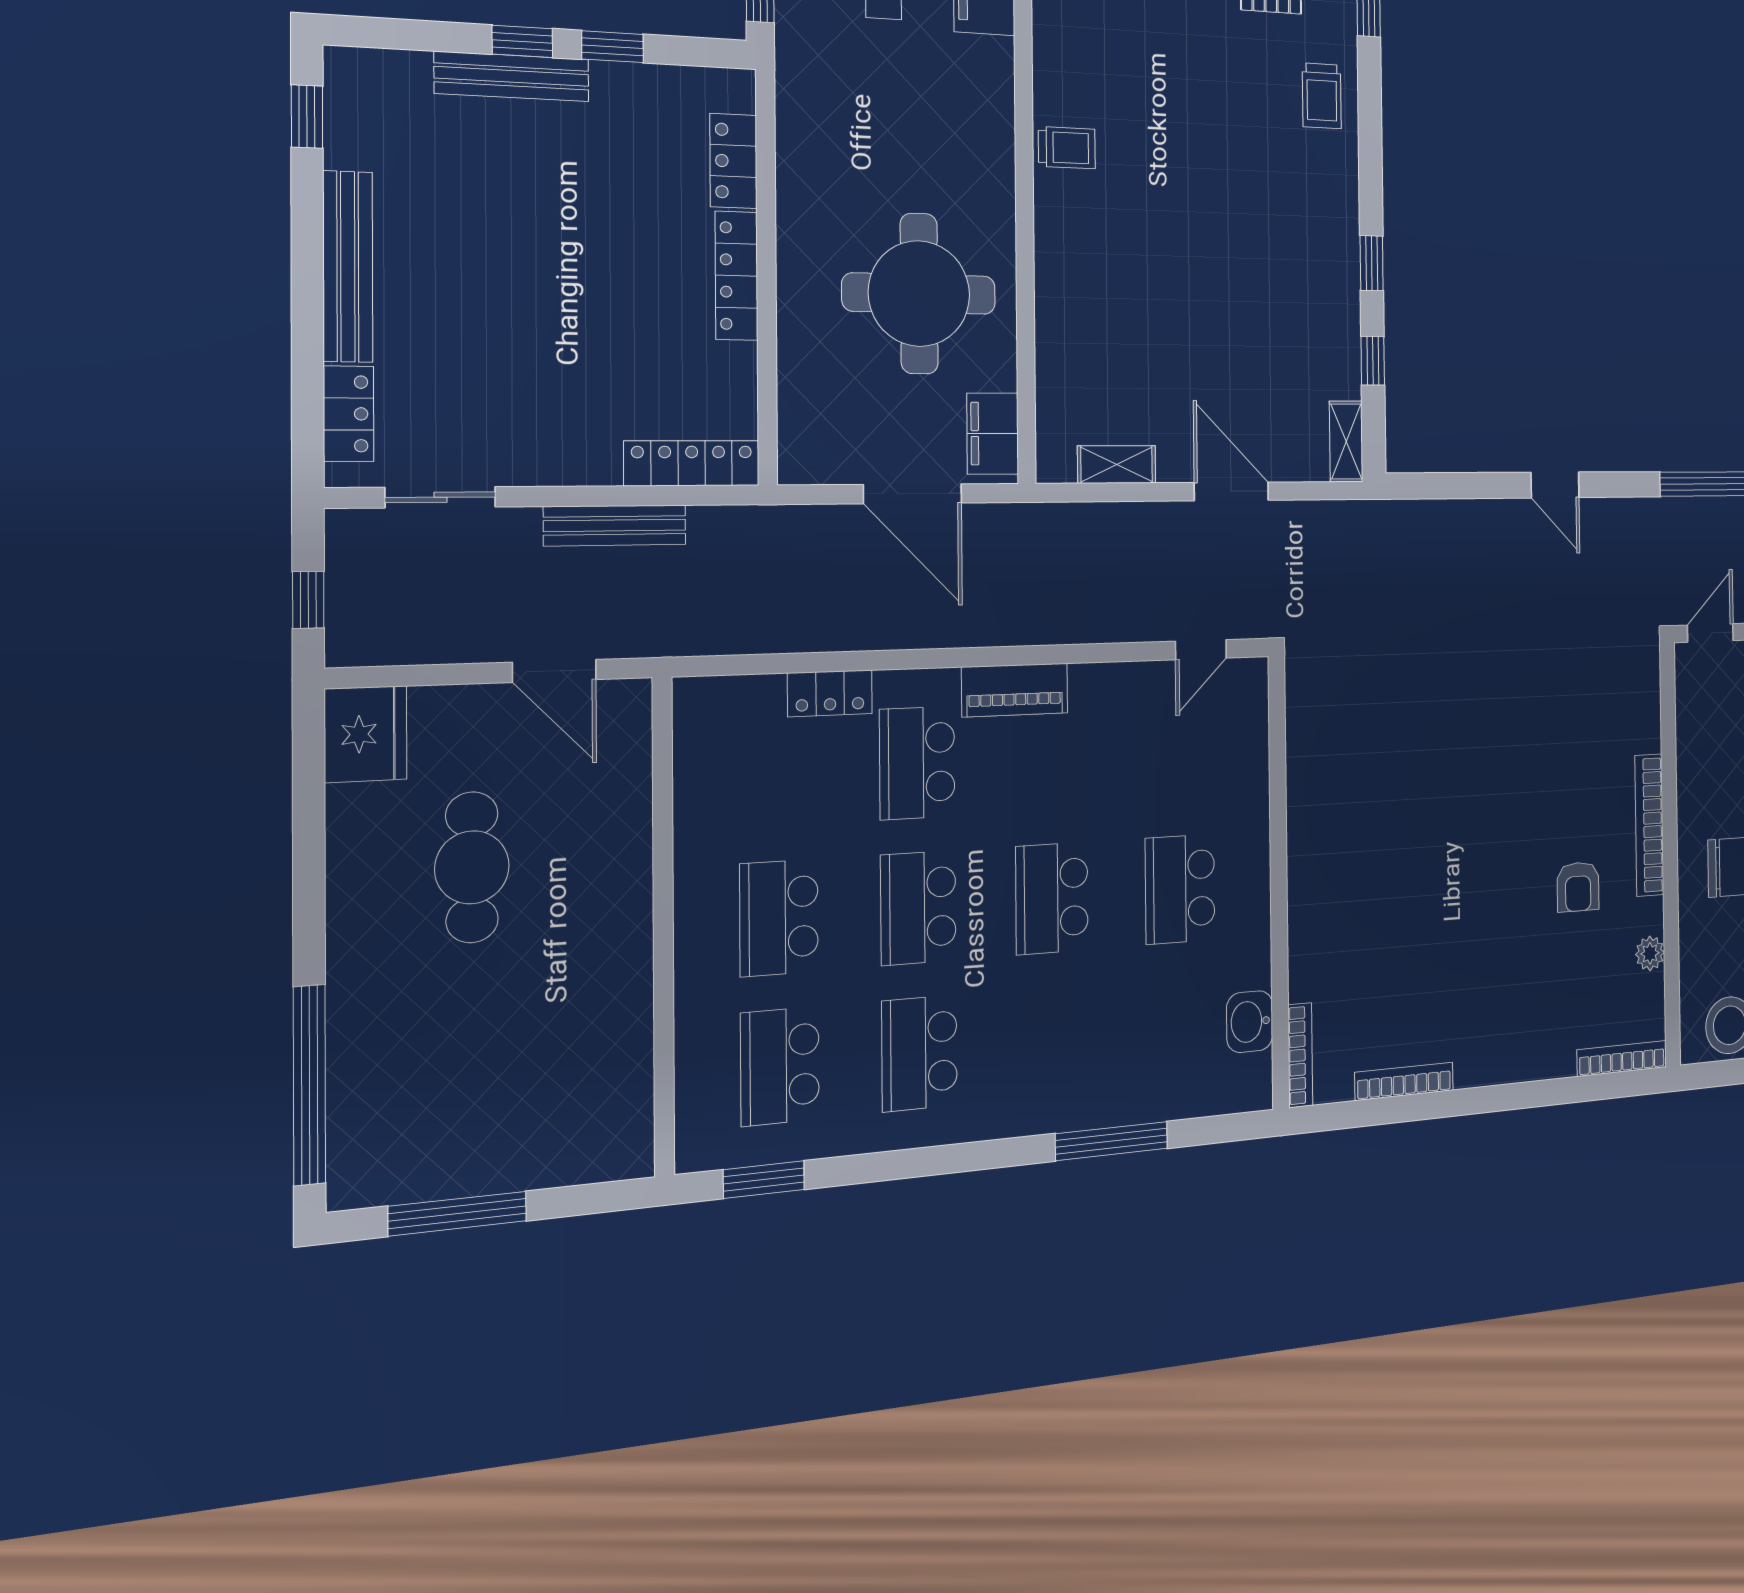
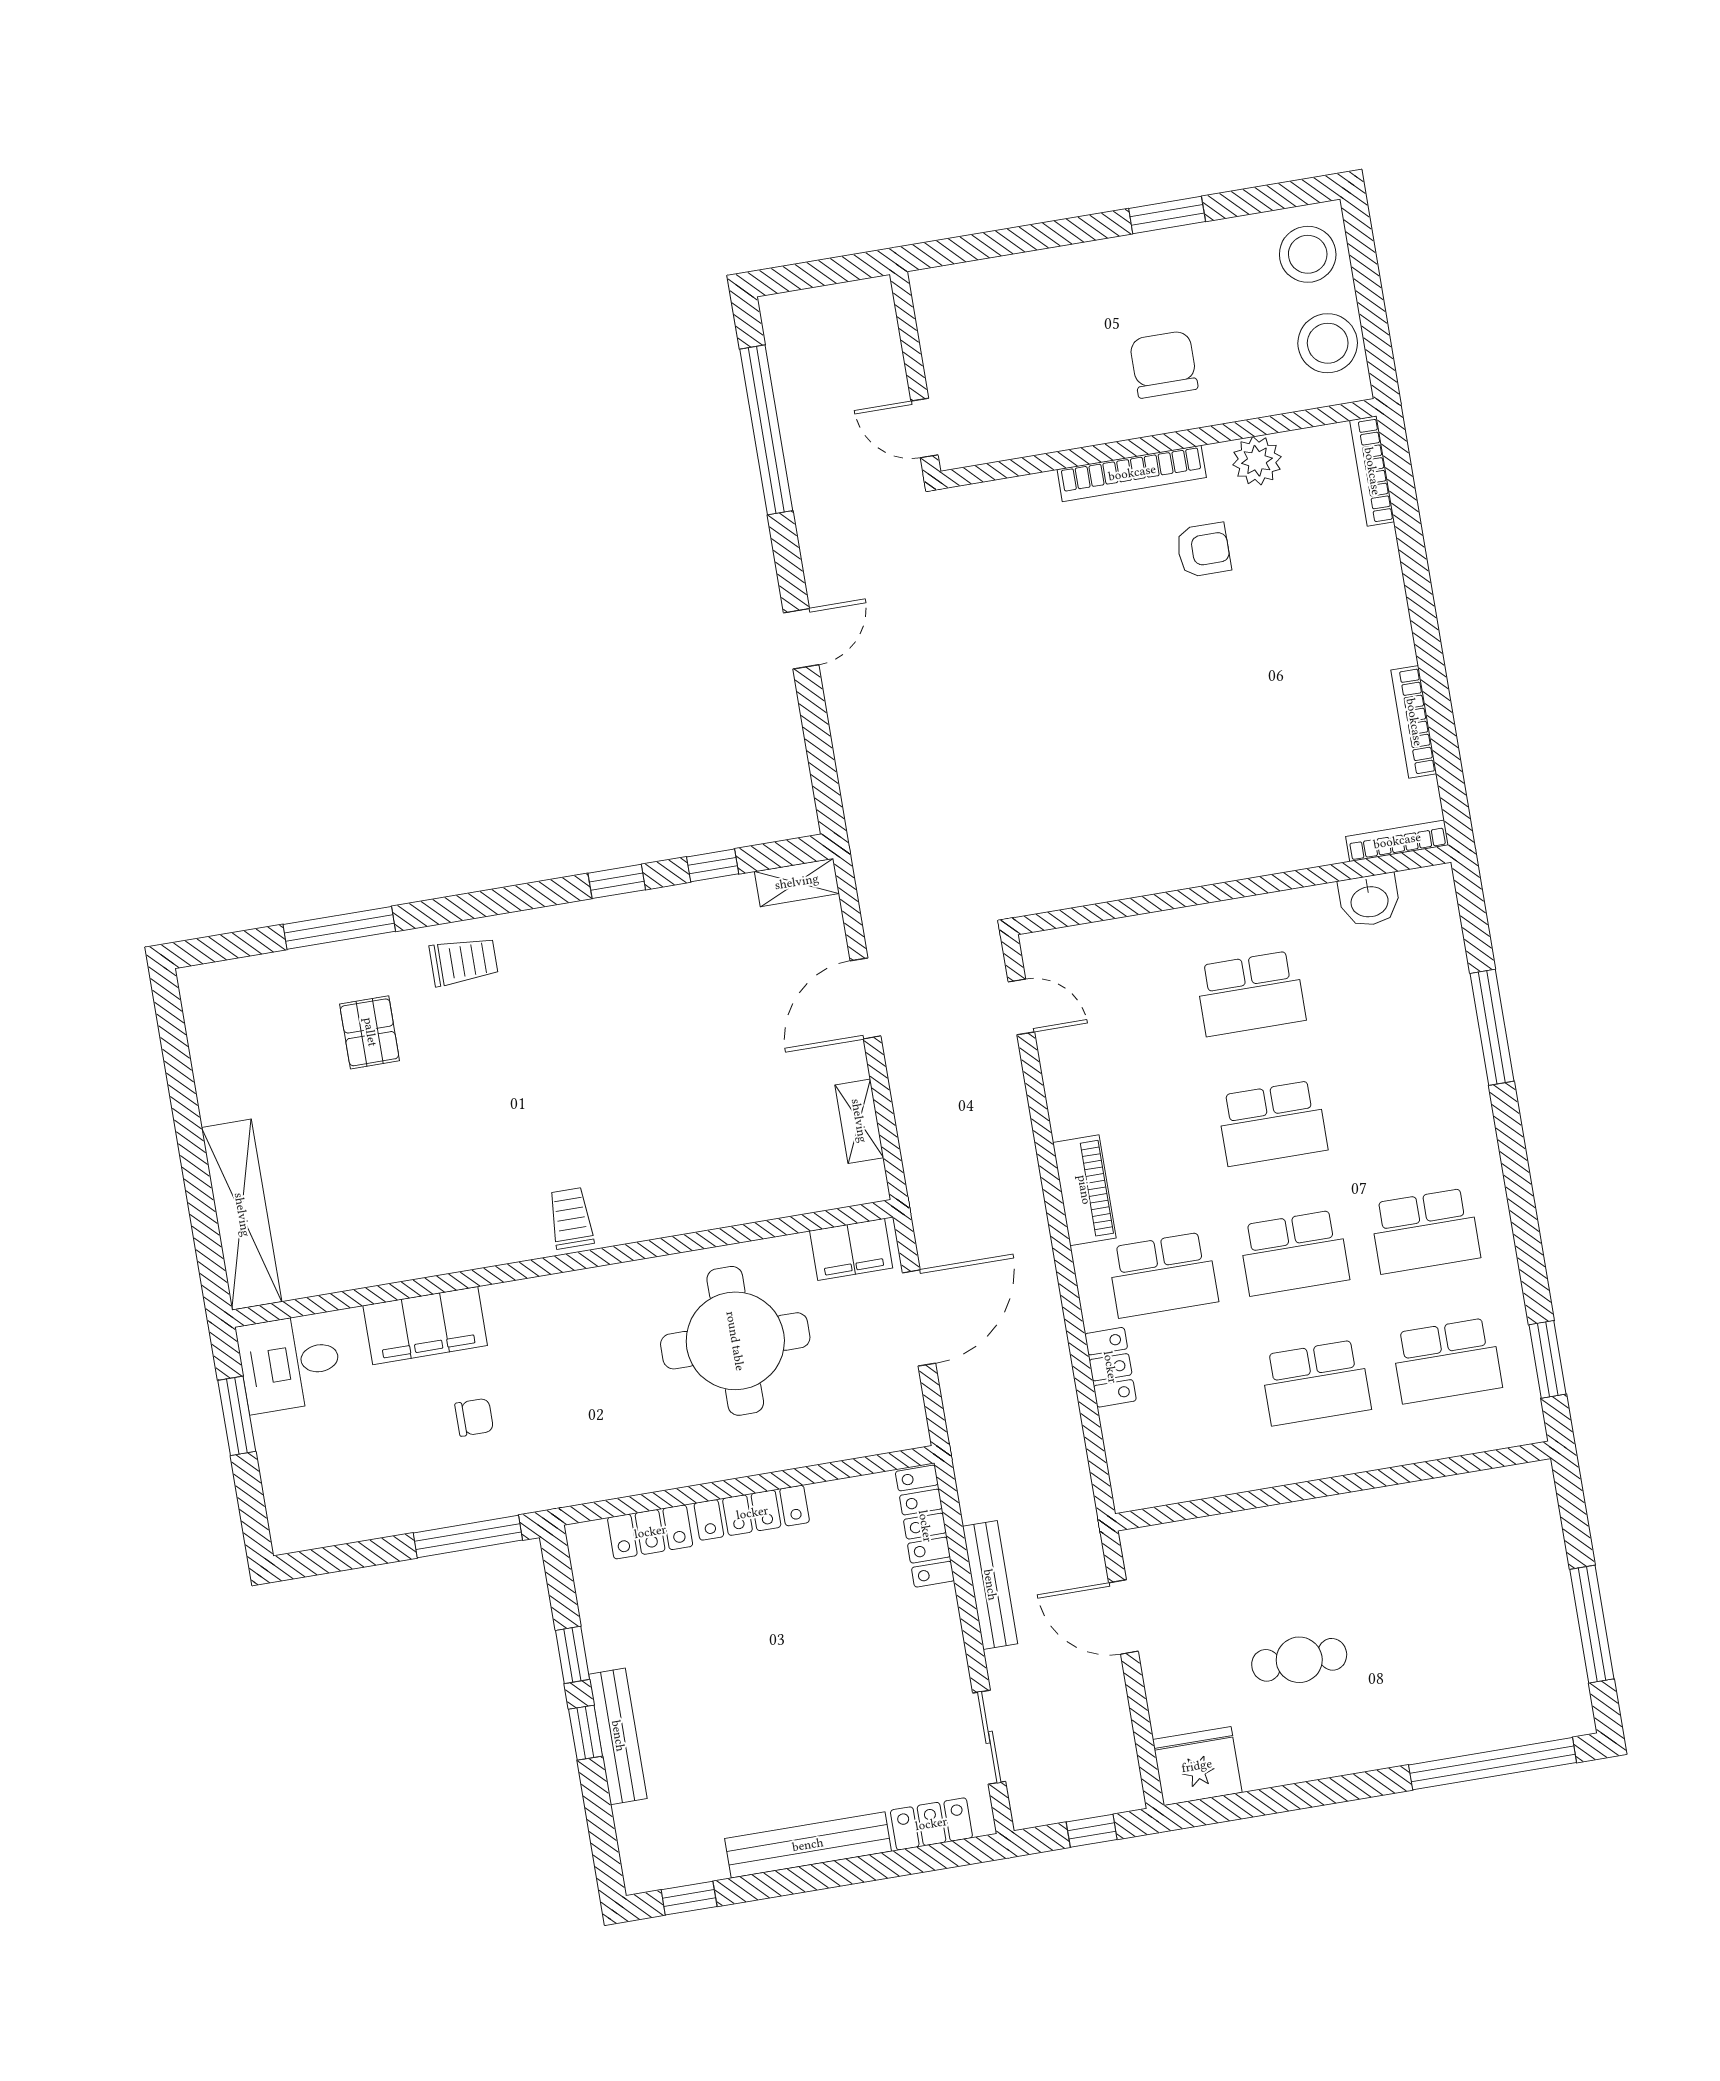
door: (554, 671) -> (1123, 1617), swing flipped
cafe table: (472, 867) -> (1299, 1660), width x0.73, depth x0.74
plant: (1650, 953) -> (1257, 461), width x1.38, depth x1.38

